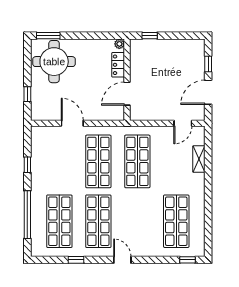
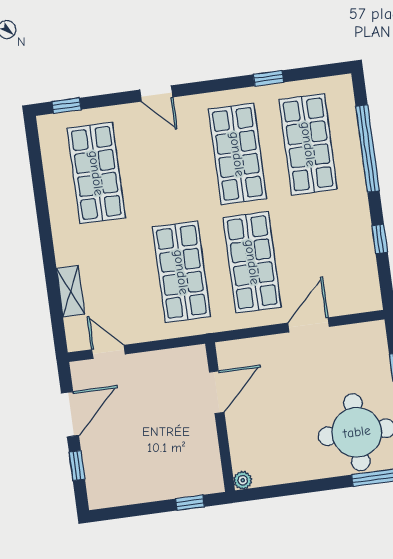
locker: (118, 65) -> (240, 442), removed
door: (72, 123) -> (309, 325), swing flipped
door: (183, 123) -> (108, 352), hinge flipped
door: (122, 260) -> (156, 93), moved

